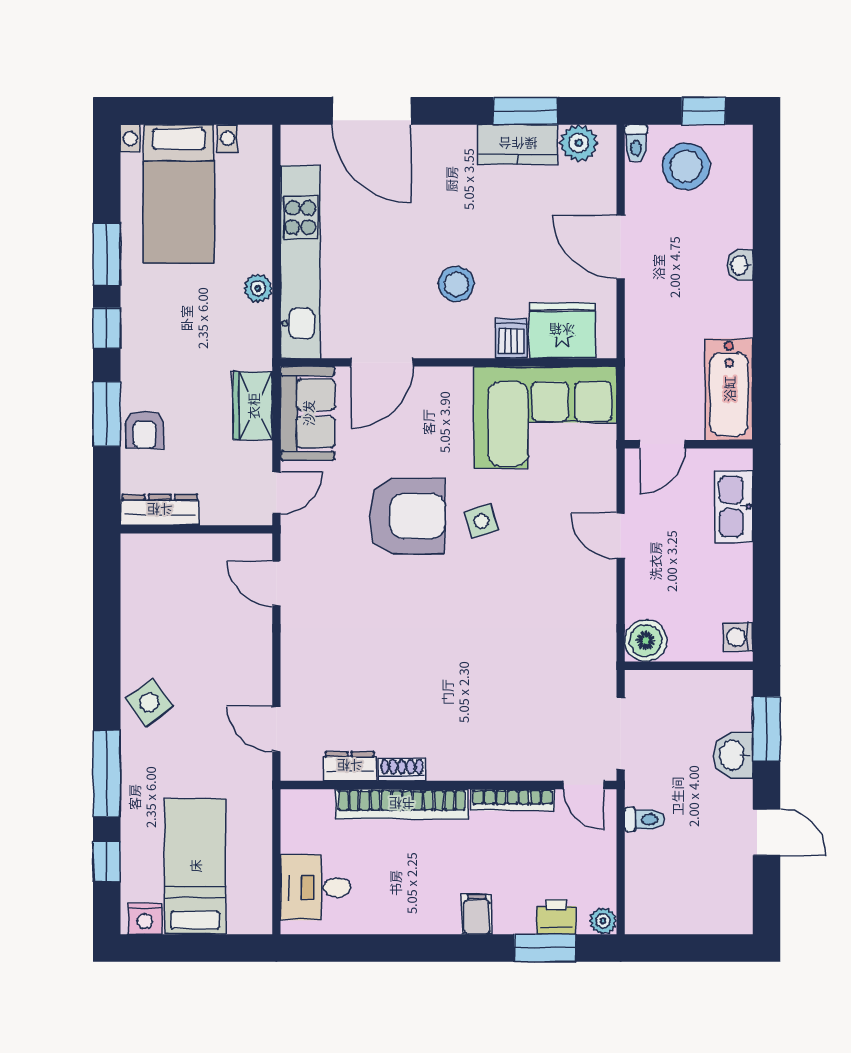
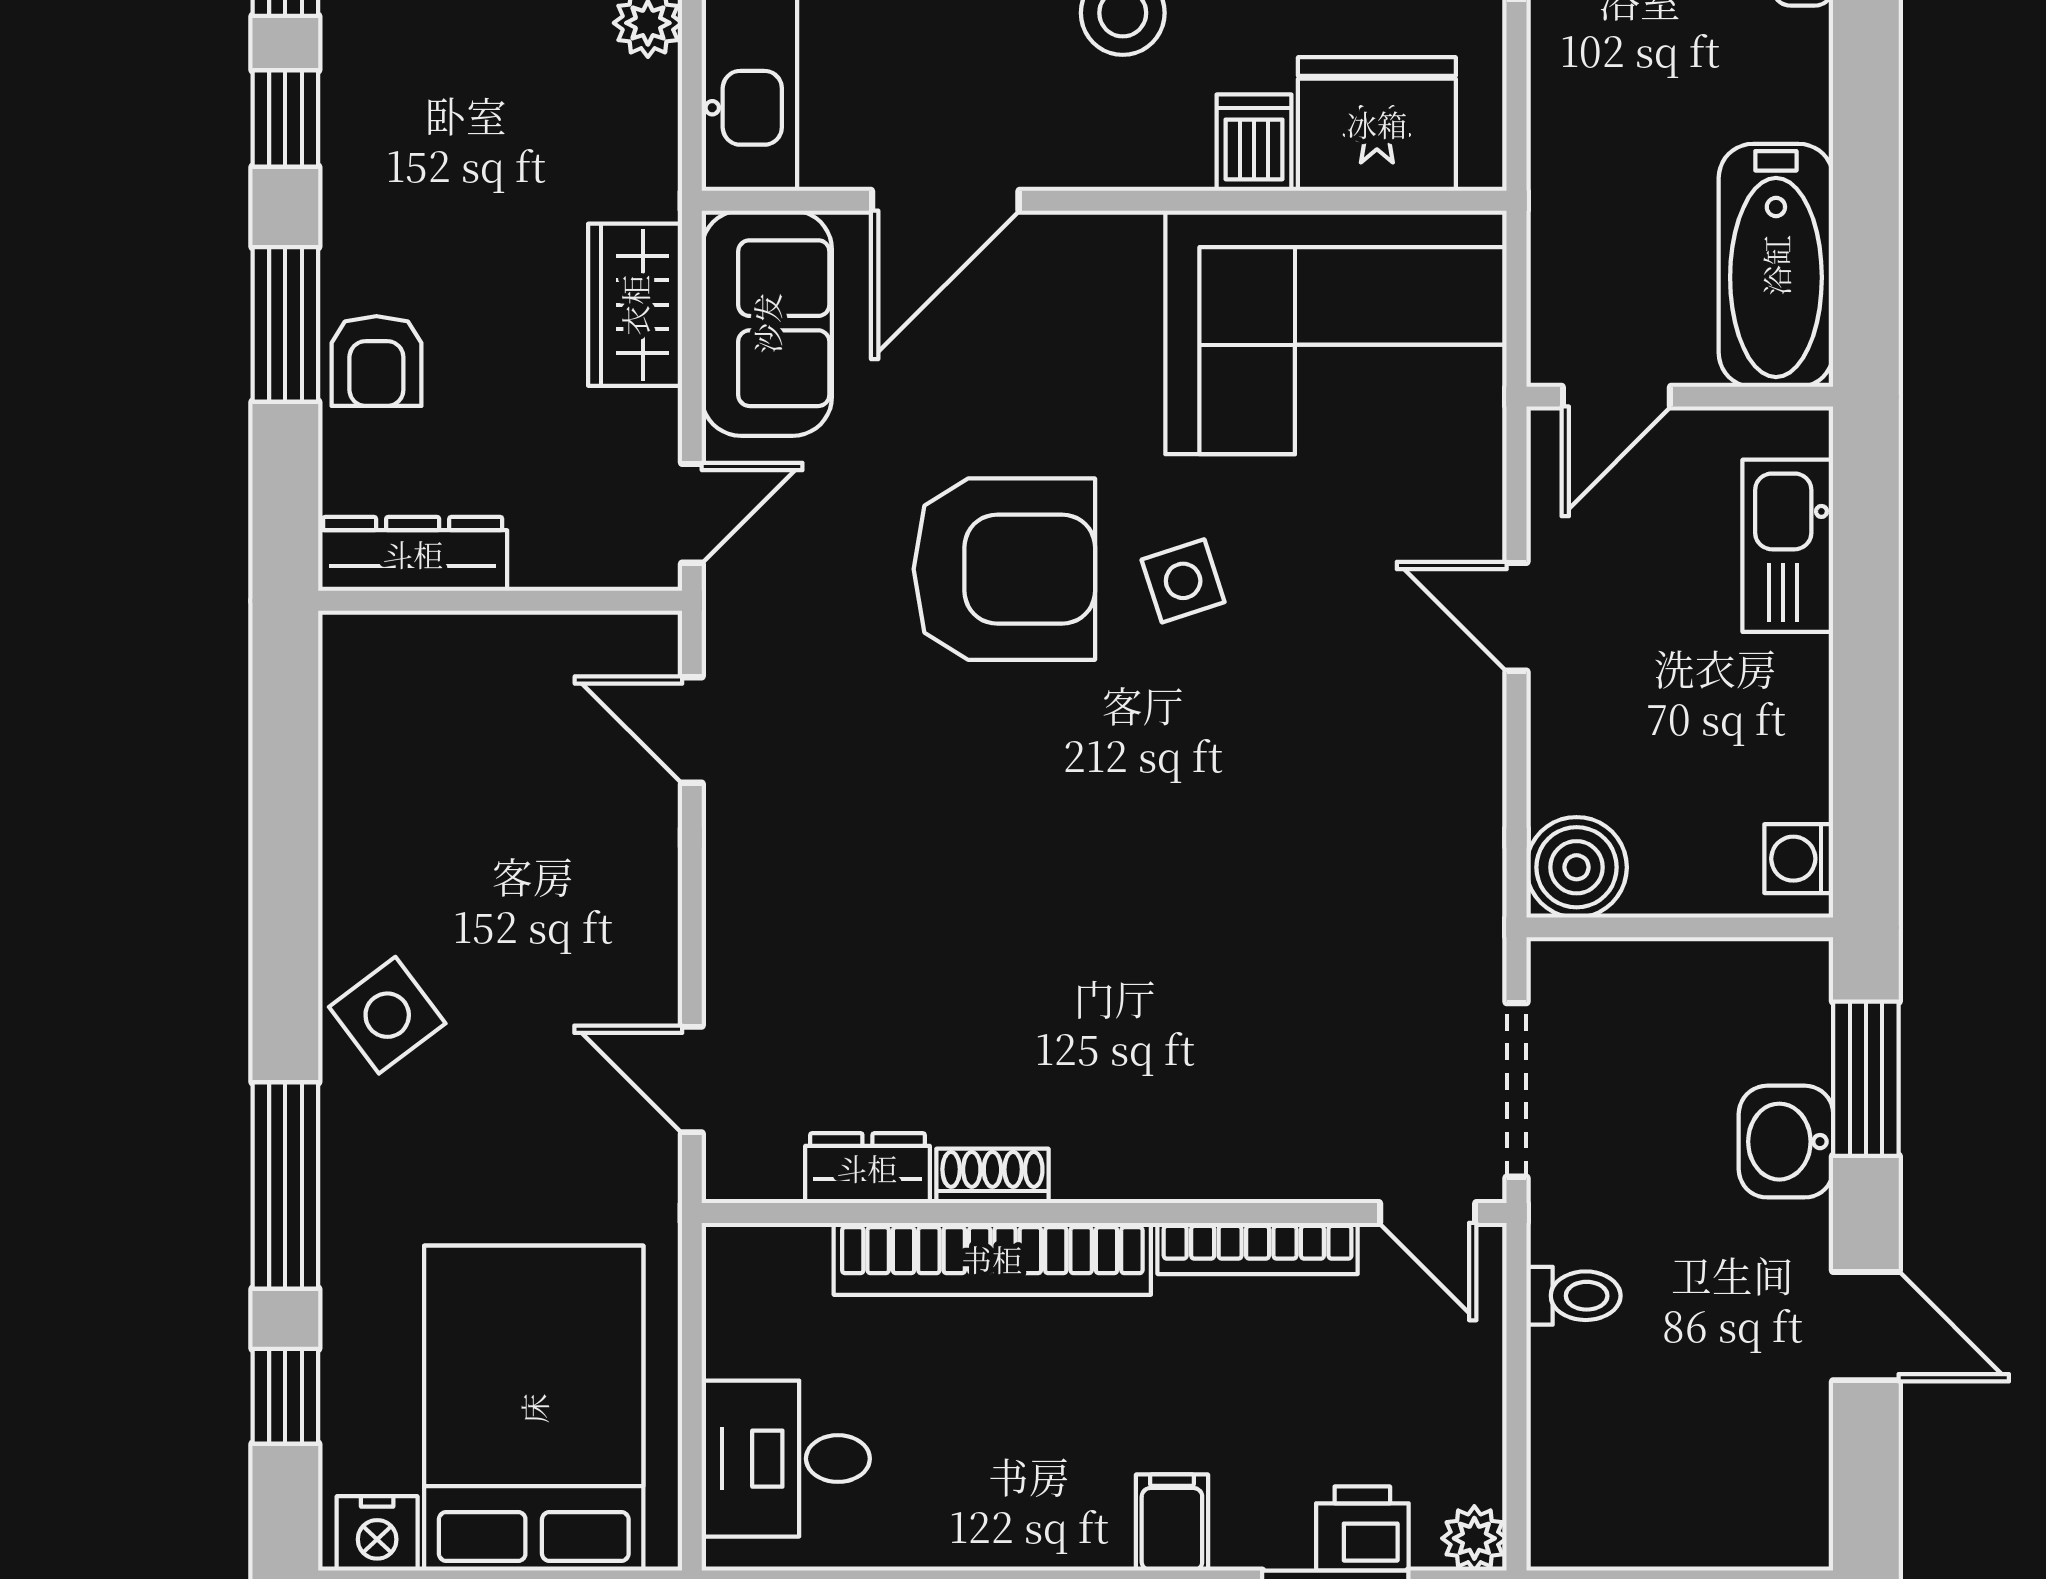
bed: (195, 866) -> (534, 1408), width x1.50

